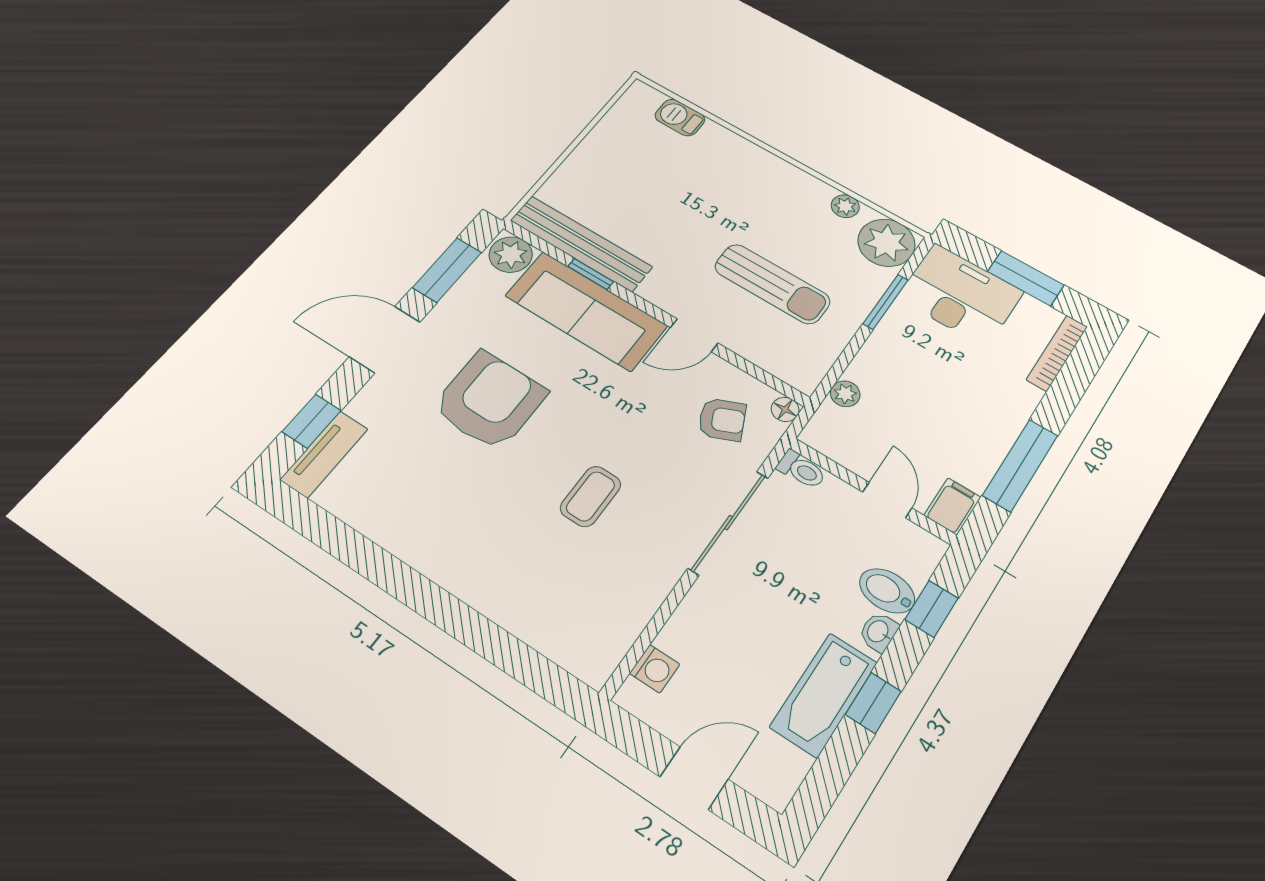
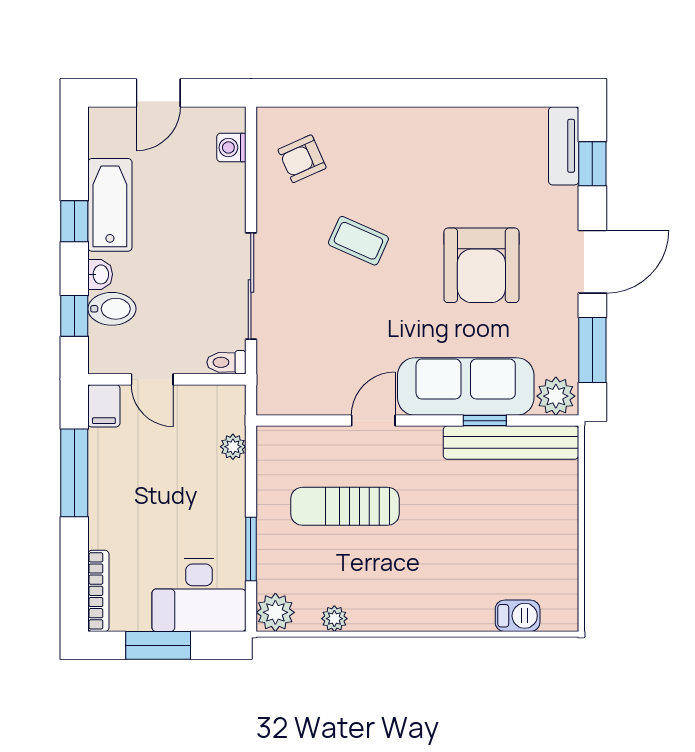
plant: (886, 243) -> (275, 612), width x0.73, depth x0.73
floor lamp: (785, 409) -> (268, 404), removed
armchair: (722, 420) -> (302, 159), moved
coffee table: (591, 496) -> (358, 241), turned -66

